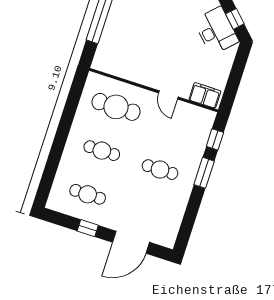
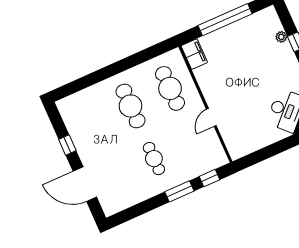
filing cabinet: (205, 95) -> (194, 54), moved
cafe table: (102, 151) -> (130, 106), width x1.37, depth x1.35
cafe table: (88, 194) -> (91, 124), removed

